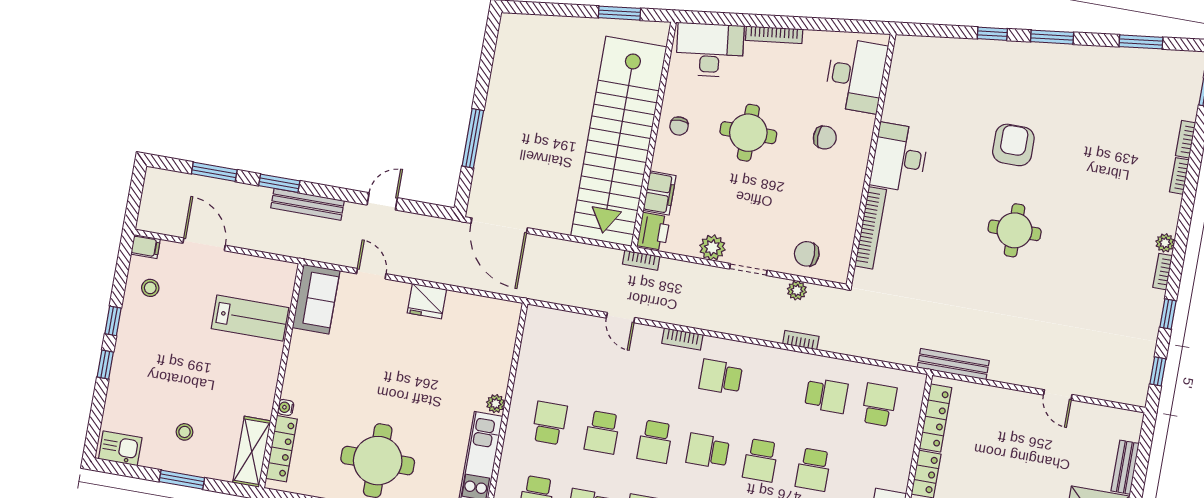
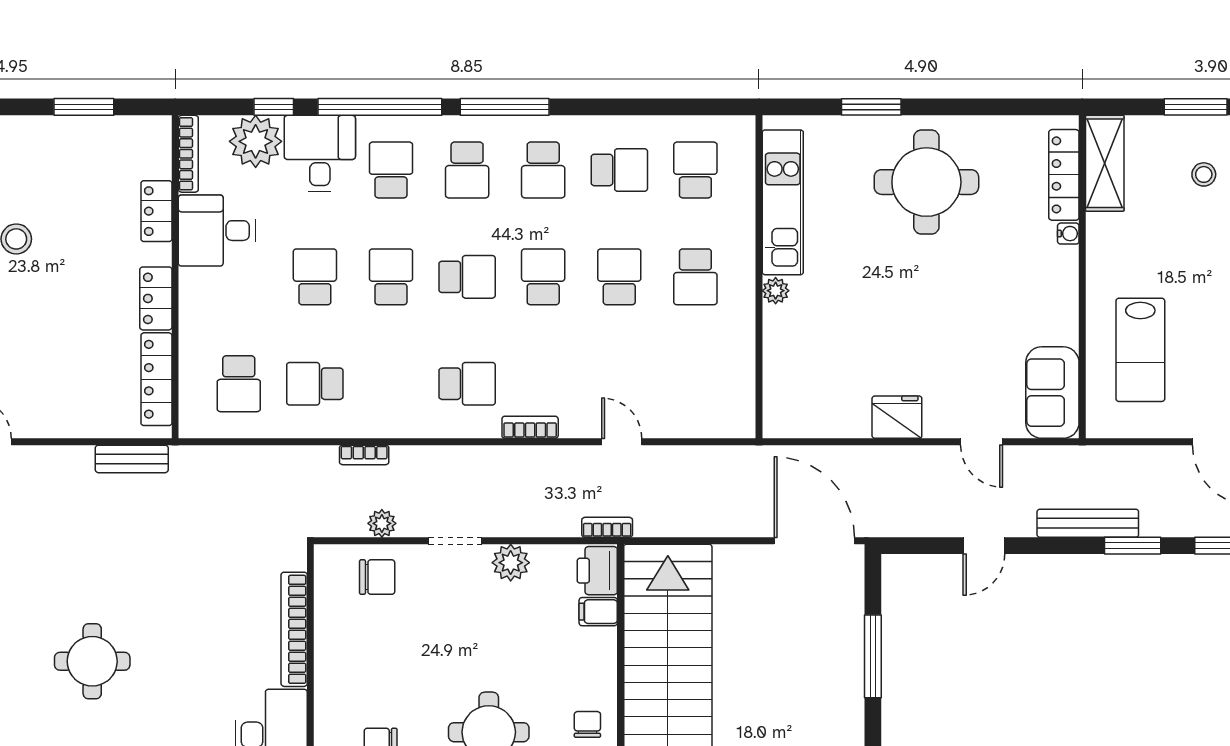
filing cabinet: (659, 193) -> (598, 612), width x0.50
lab bench: (250, 318) -> (1140, 350), turned -90
bench: (953, 364) -> (132, 459), width x0.73

